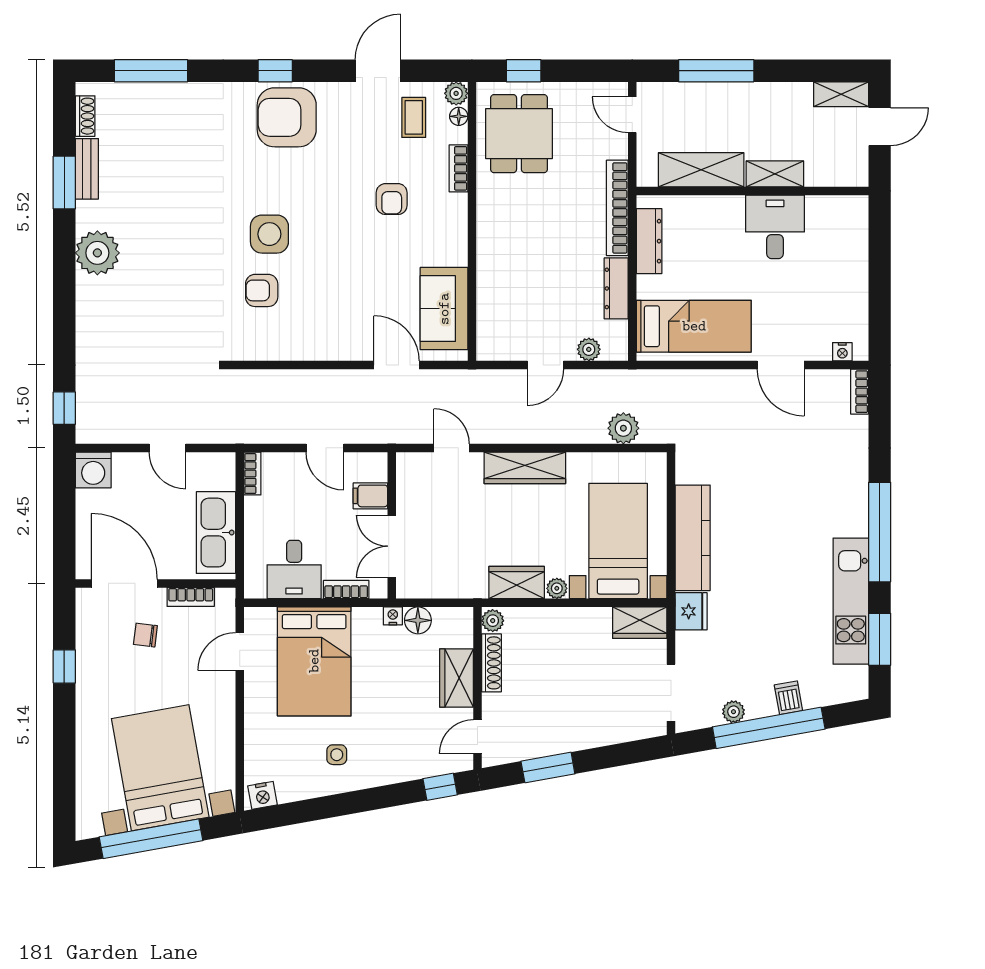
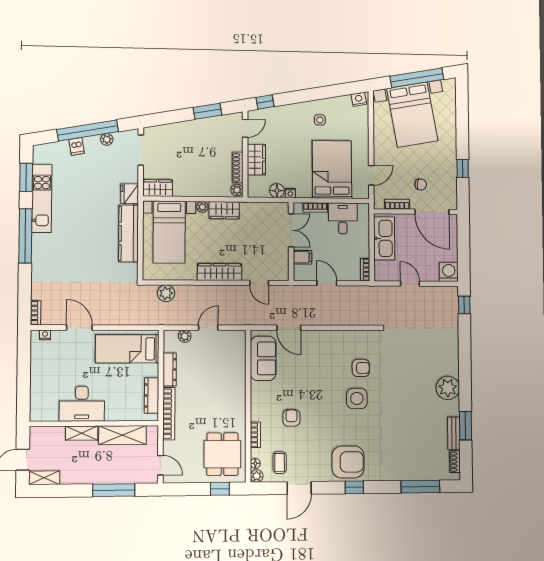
desk: (775, 227) -> (82, 404), width x1.37

